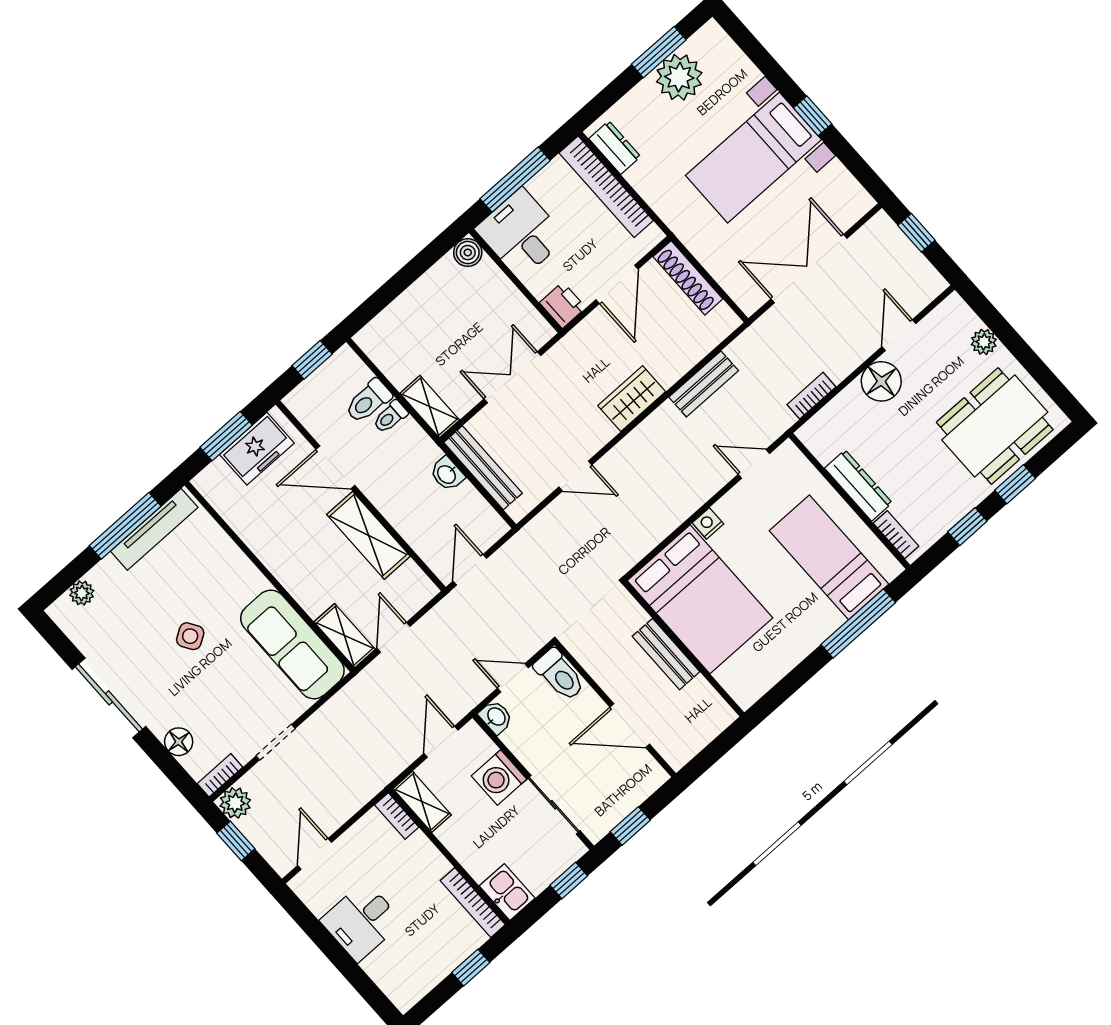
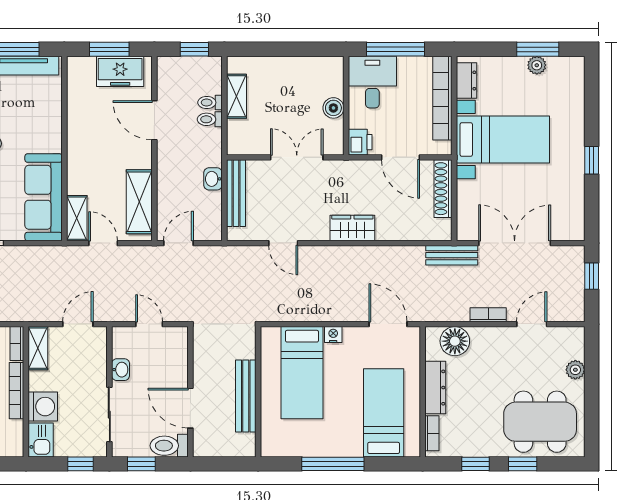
plant: (679, 77) -> (537, 65), width x0.53, depth x0.53
bed with nightstands: (753, 158) -> (503, 139), moved, turned 180
boiler: (468, 253) -> (333, 108), moved
door: (617, 284) -> (400, 157), hinge flipped
floor lamp: (881, 381) -> (455, 341), moved
bench: (704, 384) -> (452, 255), moved
bookcase: (811, 396) -> (488, 315), moved
toilet: (368, 401) -> (210, 103), width x0.73, depth x0.72
shelving: (430, 407) -> (237, 96), moved
door: (754, 464) -> (388, 324), width x1.38
shelving: (368, 535) -> (139, 202), moved
bed: (700, 599) -> (302, 373), width x0.67
window: (858, 623) -> (333, 464), moved
door: (394, 637) -> (103, 243), hinge flipped
bench: (666, 654) -> (246, 396), width x1.36
toilet: (560, 675) -> (169, 446), moved, turned 90
washbasin: (496, 717) -> (121, 370), moved
washing machine: (499, 777) -> (43, 407), moved, turned 180
bookcase: (473, 903) -> (16, 391), moved

